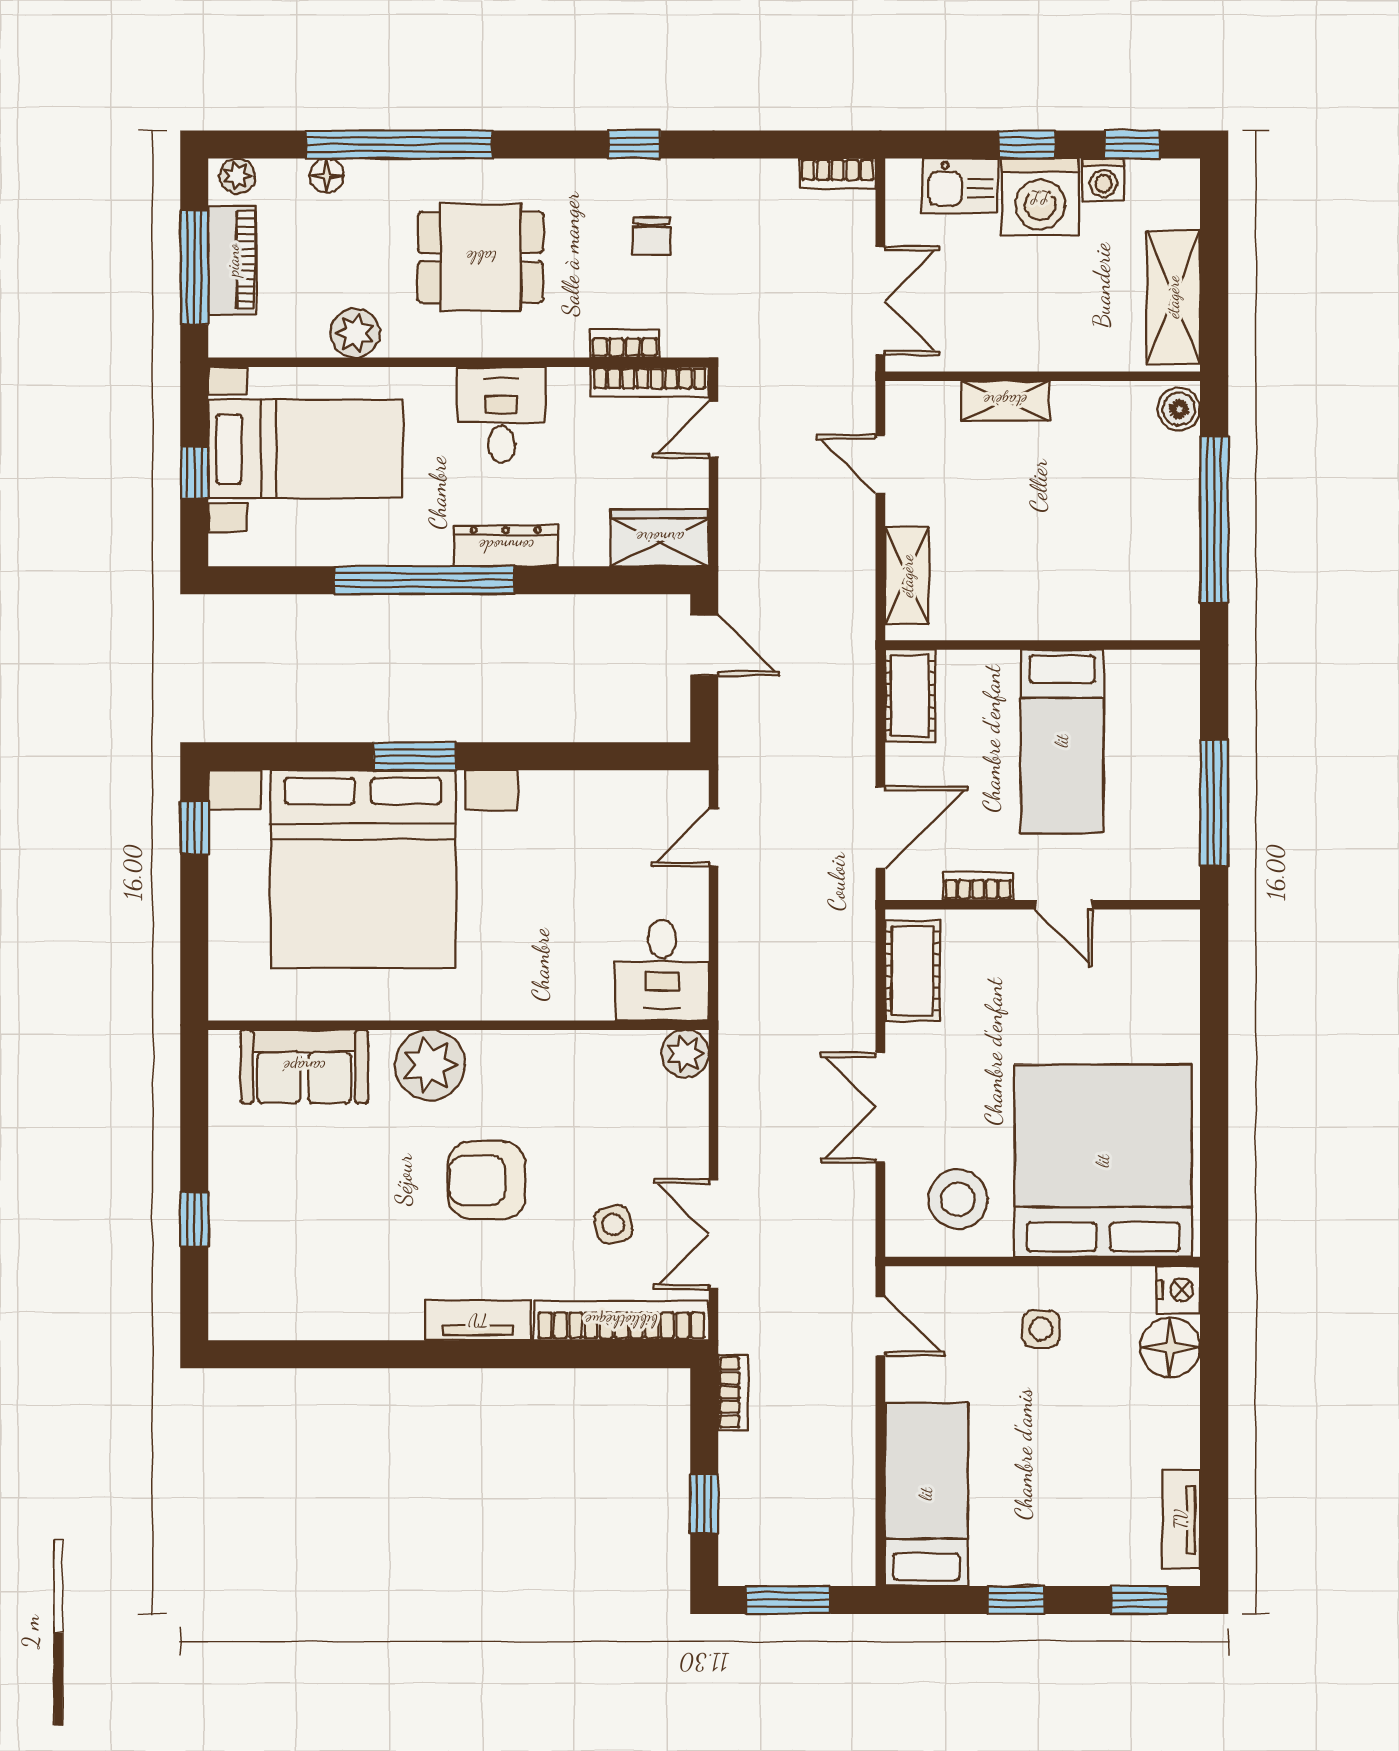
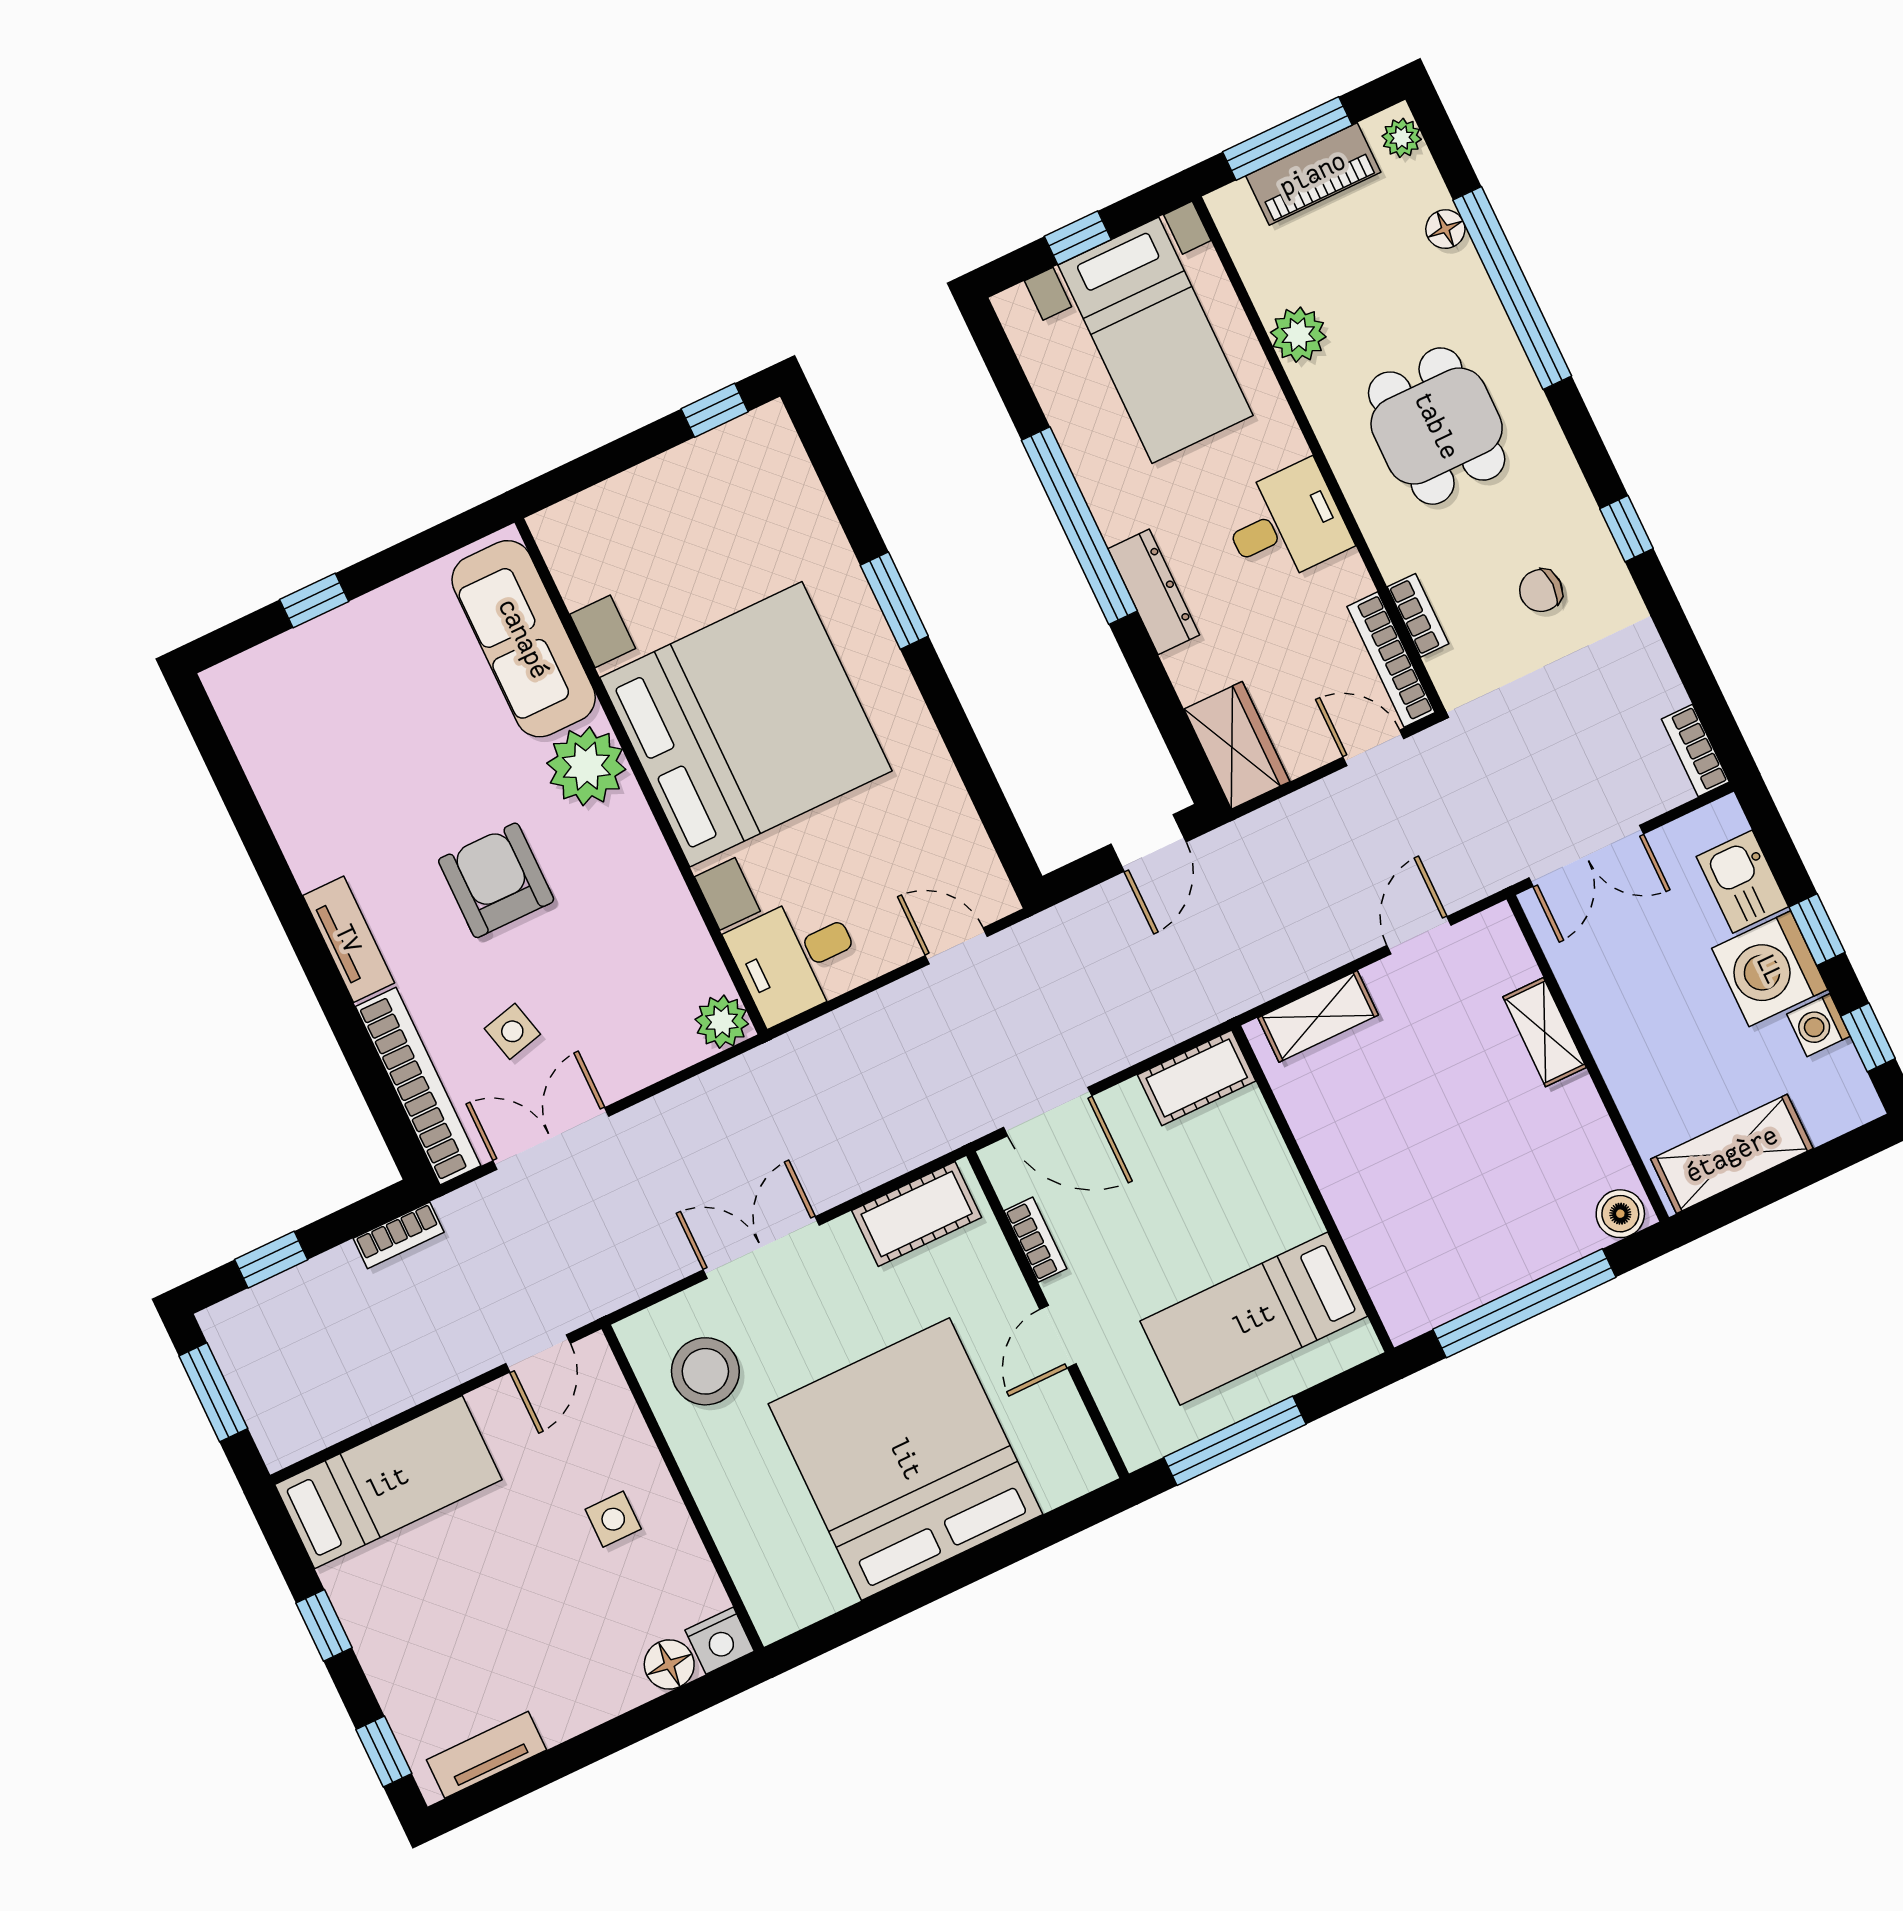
bed: (1062, 741) -> (1254, 1319), moved
bed with nightstands: (363, 869) -> (746, 724), moved, turned 180
sofa: (304, 1067) -> (524, 639), width x1.36
bed: (1103, 1161) -> (906, 1459), moved, turned -90
floor lamp: (1170, 1347) -> (669, 1665), width x0.73, depth x0.73

